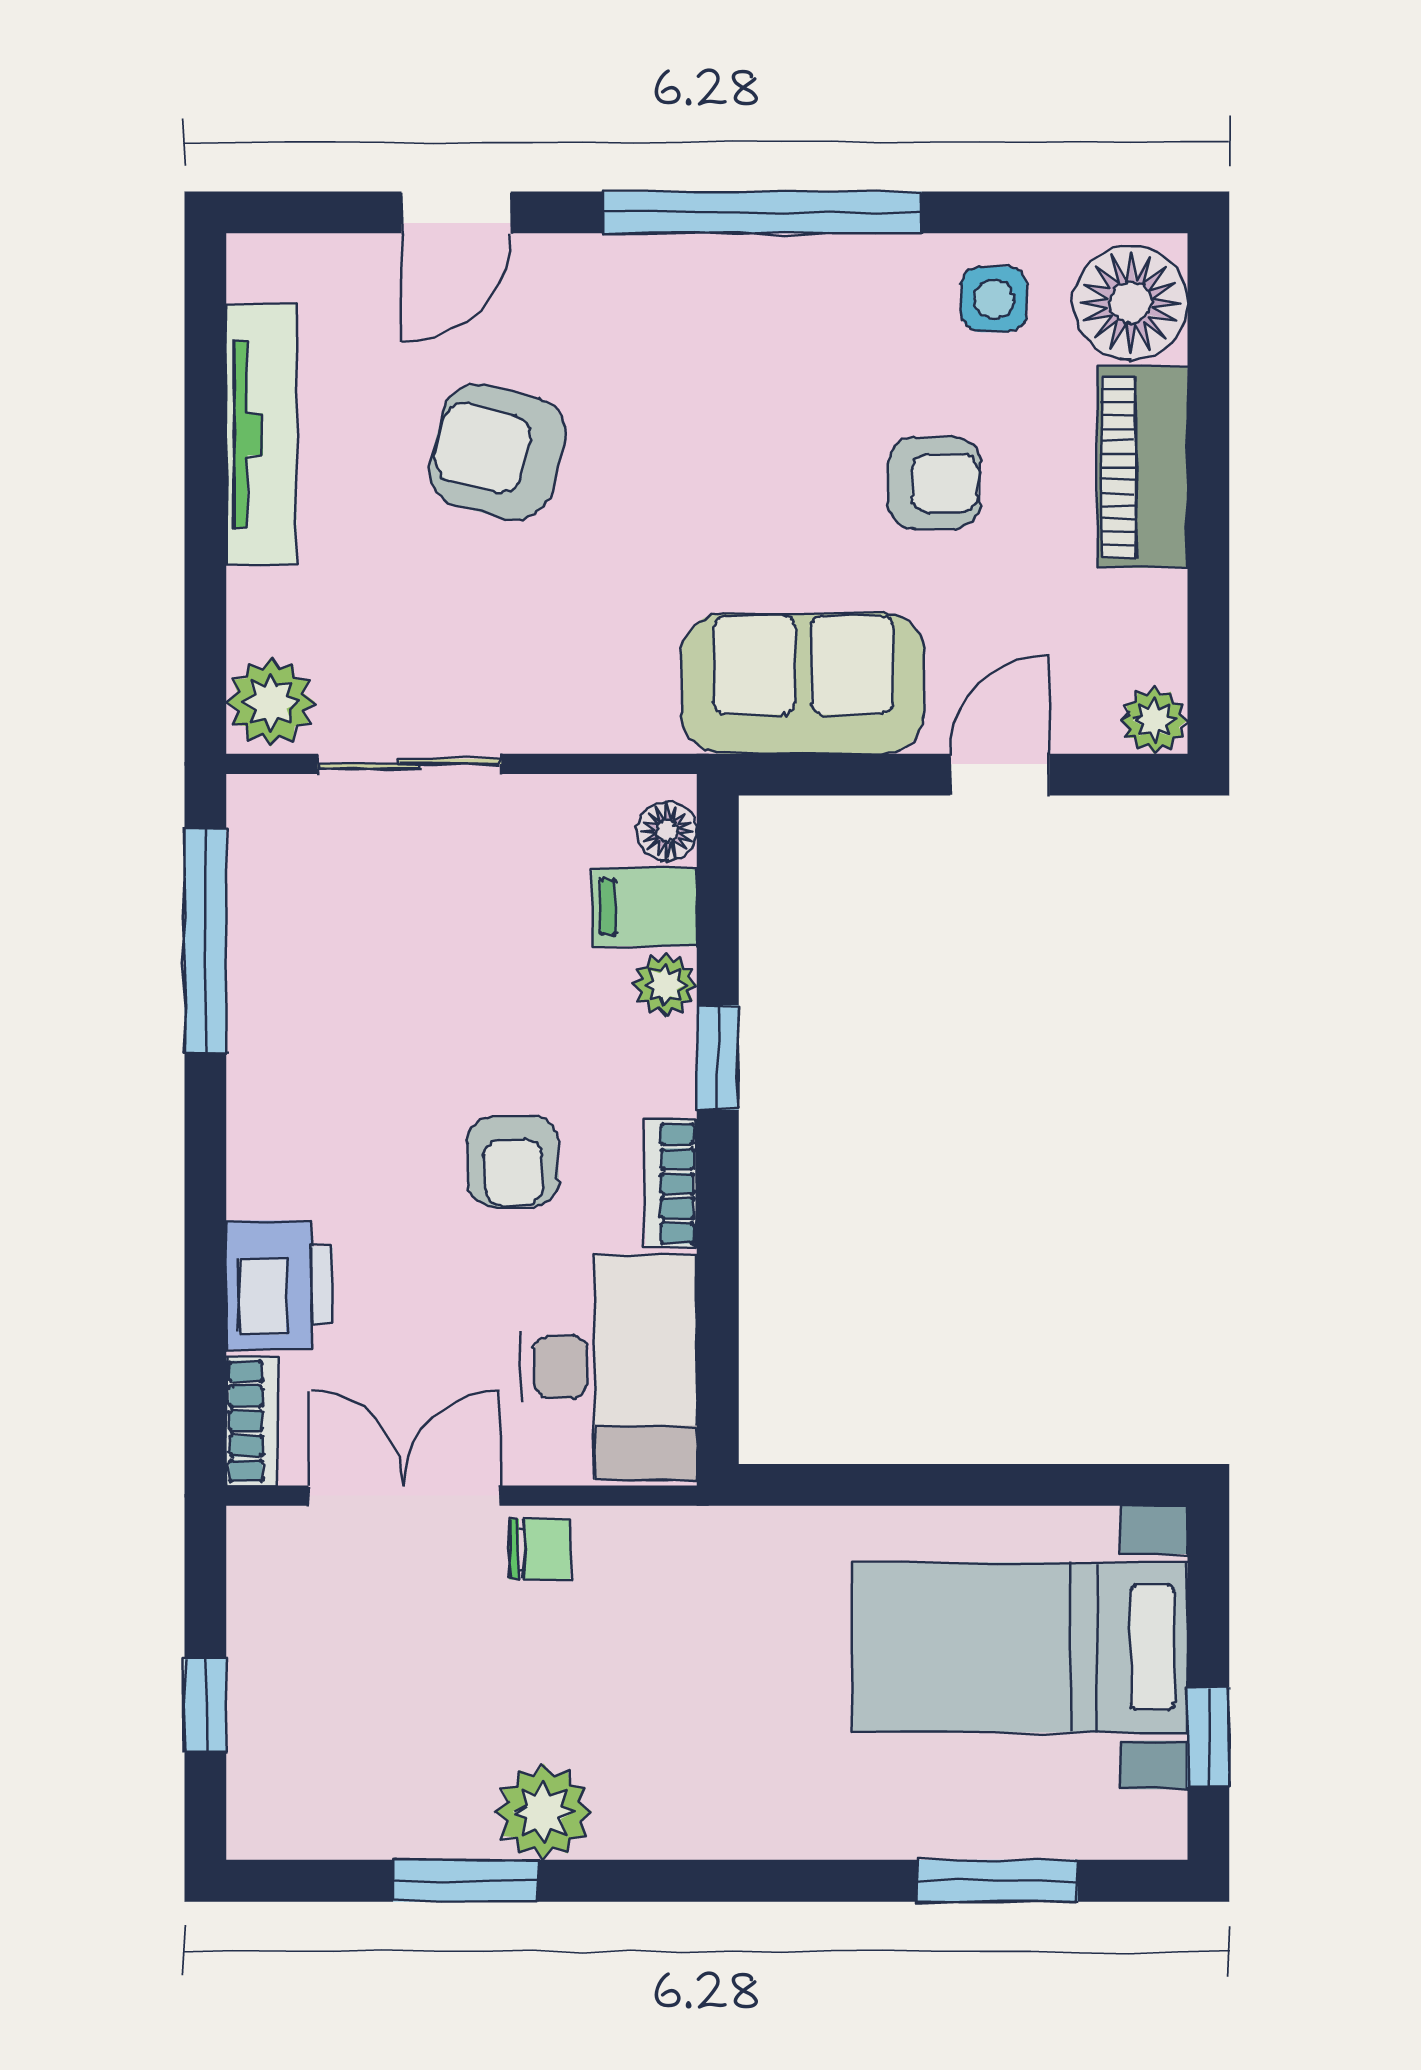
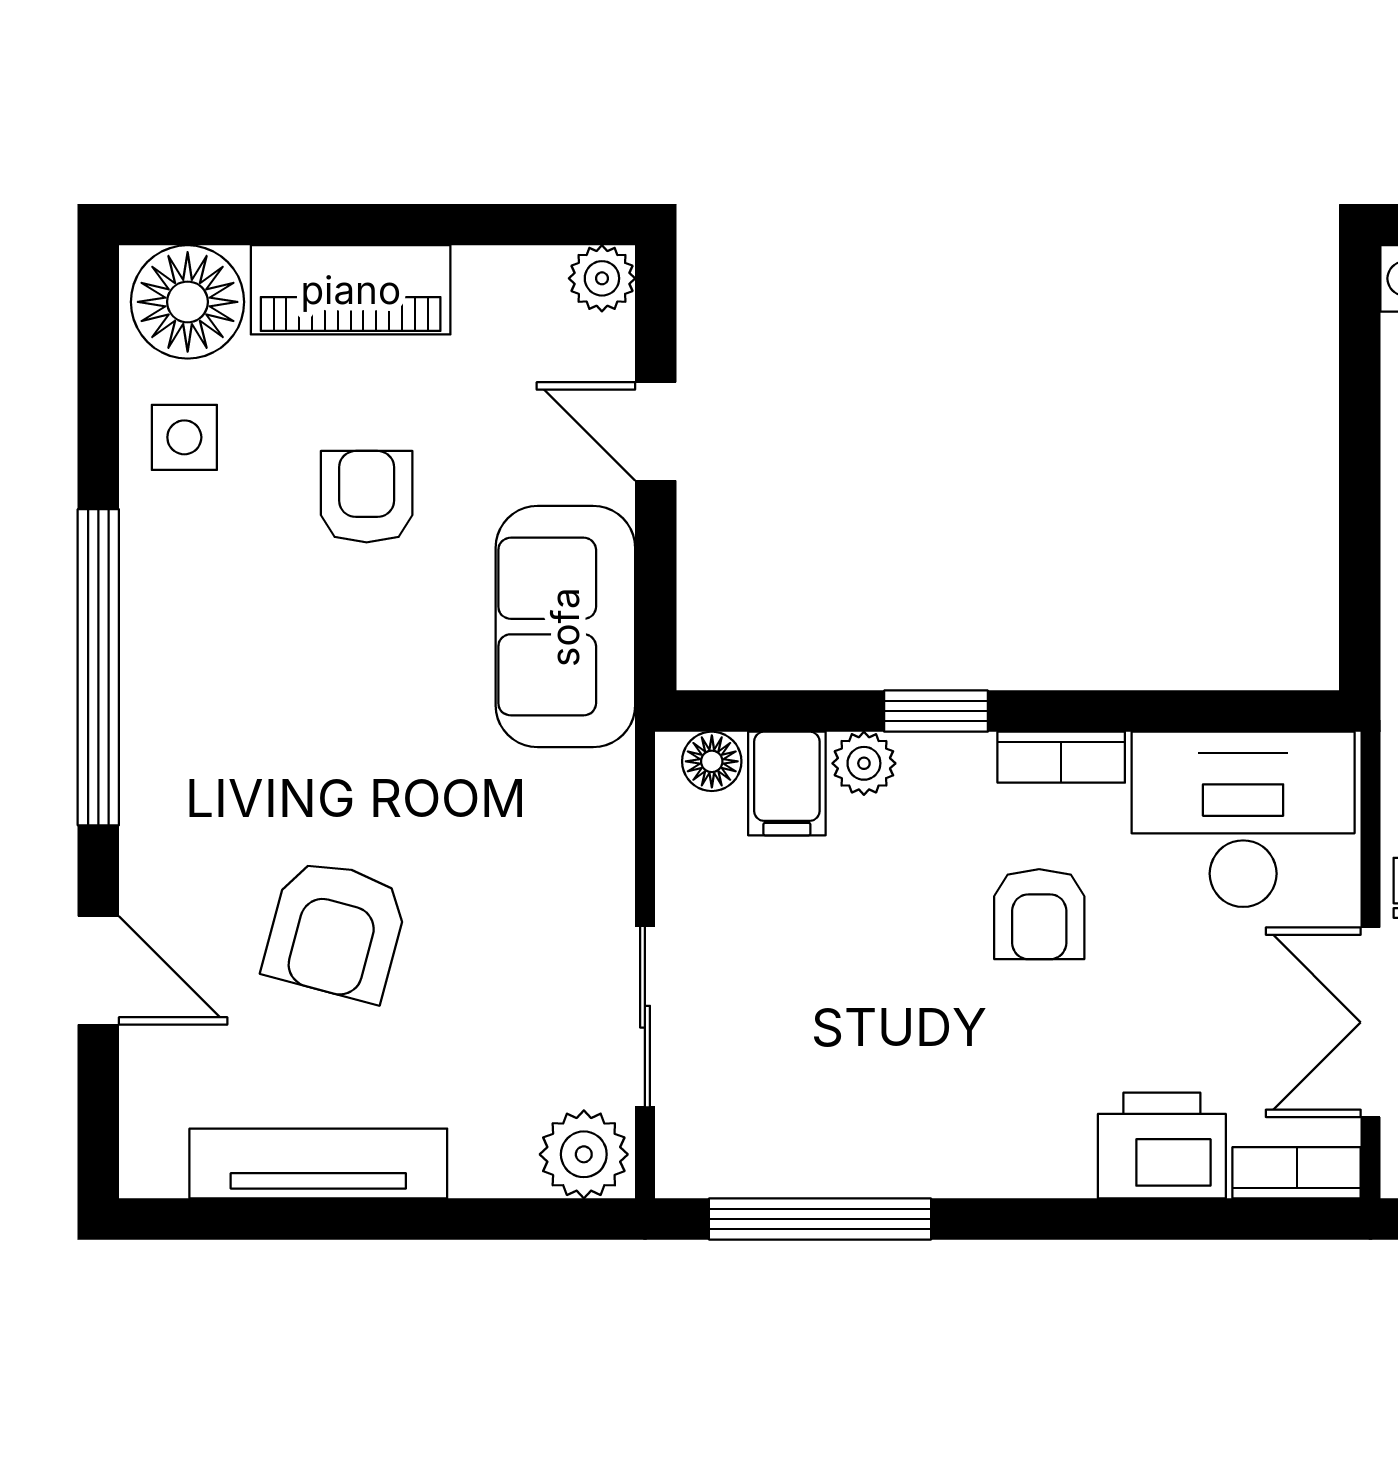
armchair: (513, 1162) -> (1039, 914), turned 92

